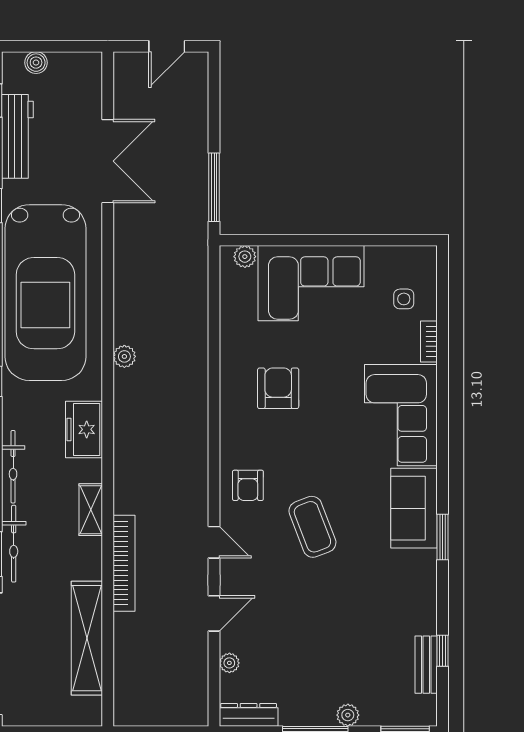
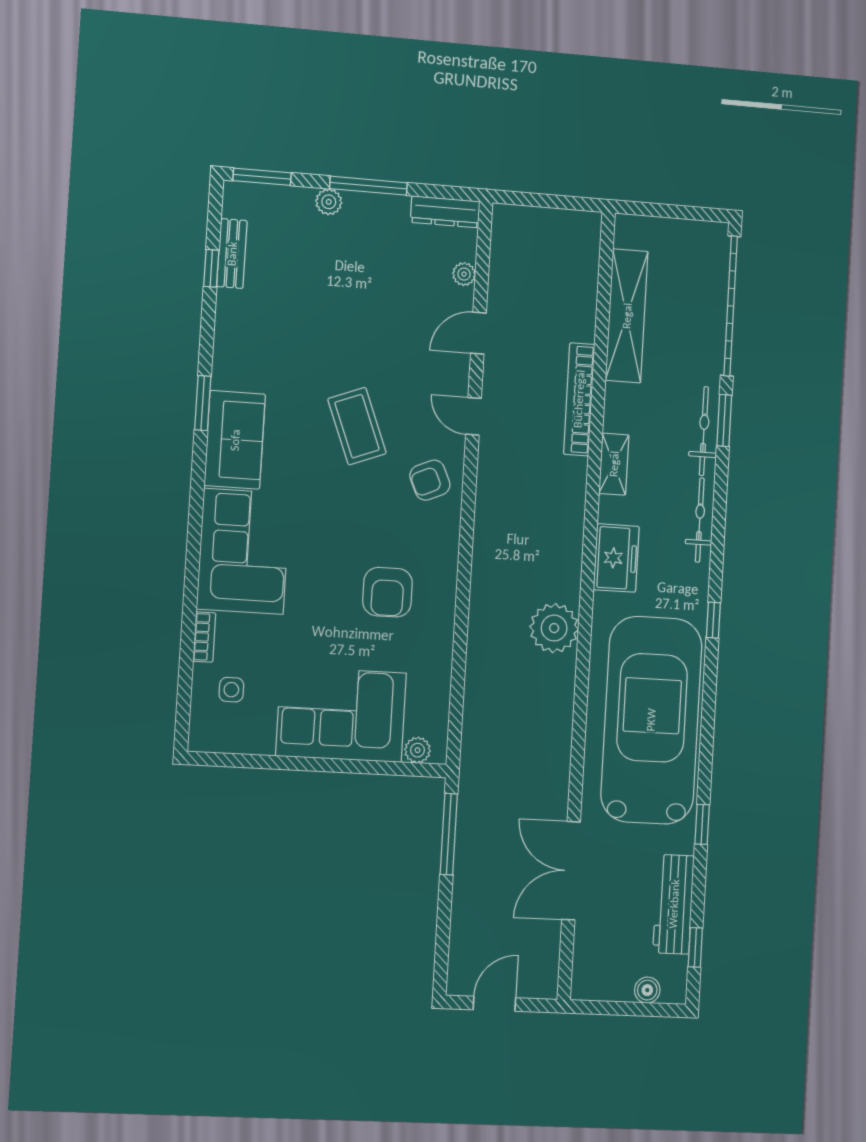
plant: (124, 356) -> (554, 628), width x1.88, depth x1.88
armchair: (248, 485) -> (430, 480), turned -114

